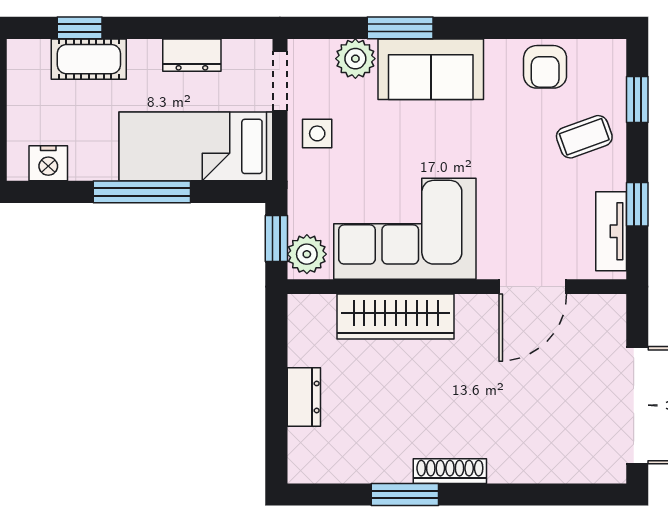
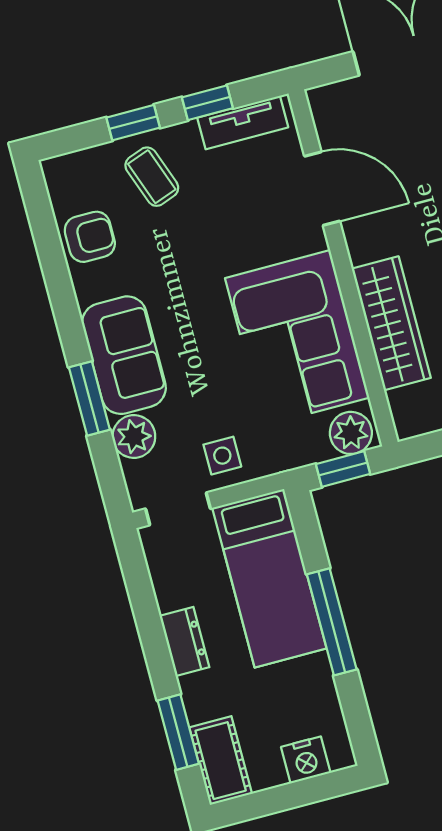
window: (80, 28) -> (178, 732), width x1.50
dresser: (192, 55) -> (184, 642), moved
cot: (89, 59) -> (221, 761), moved
window: (637, 99) -> (133, 123), moved
nightstand: (48, 163) -> (306, 760), moved, turned 90

